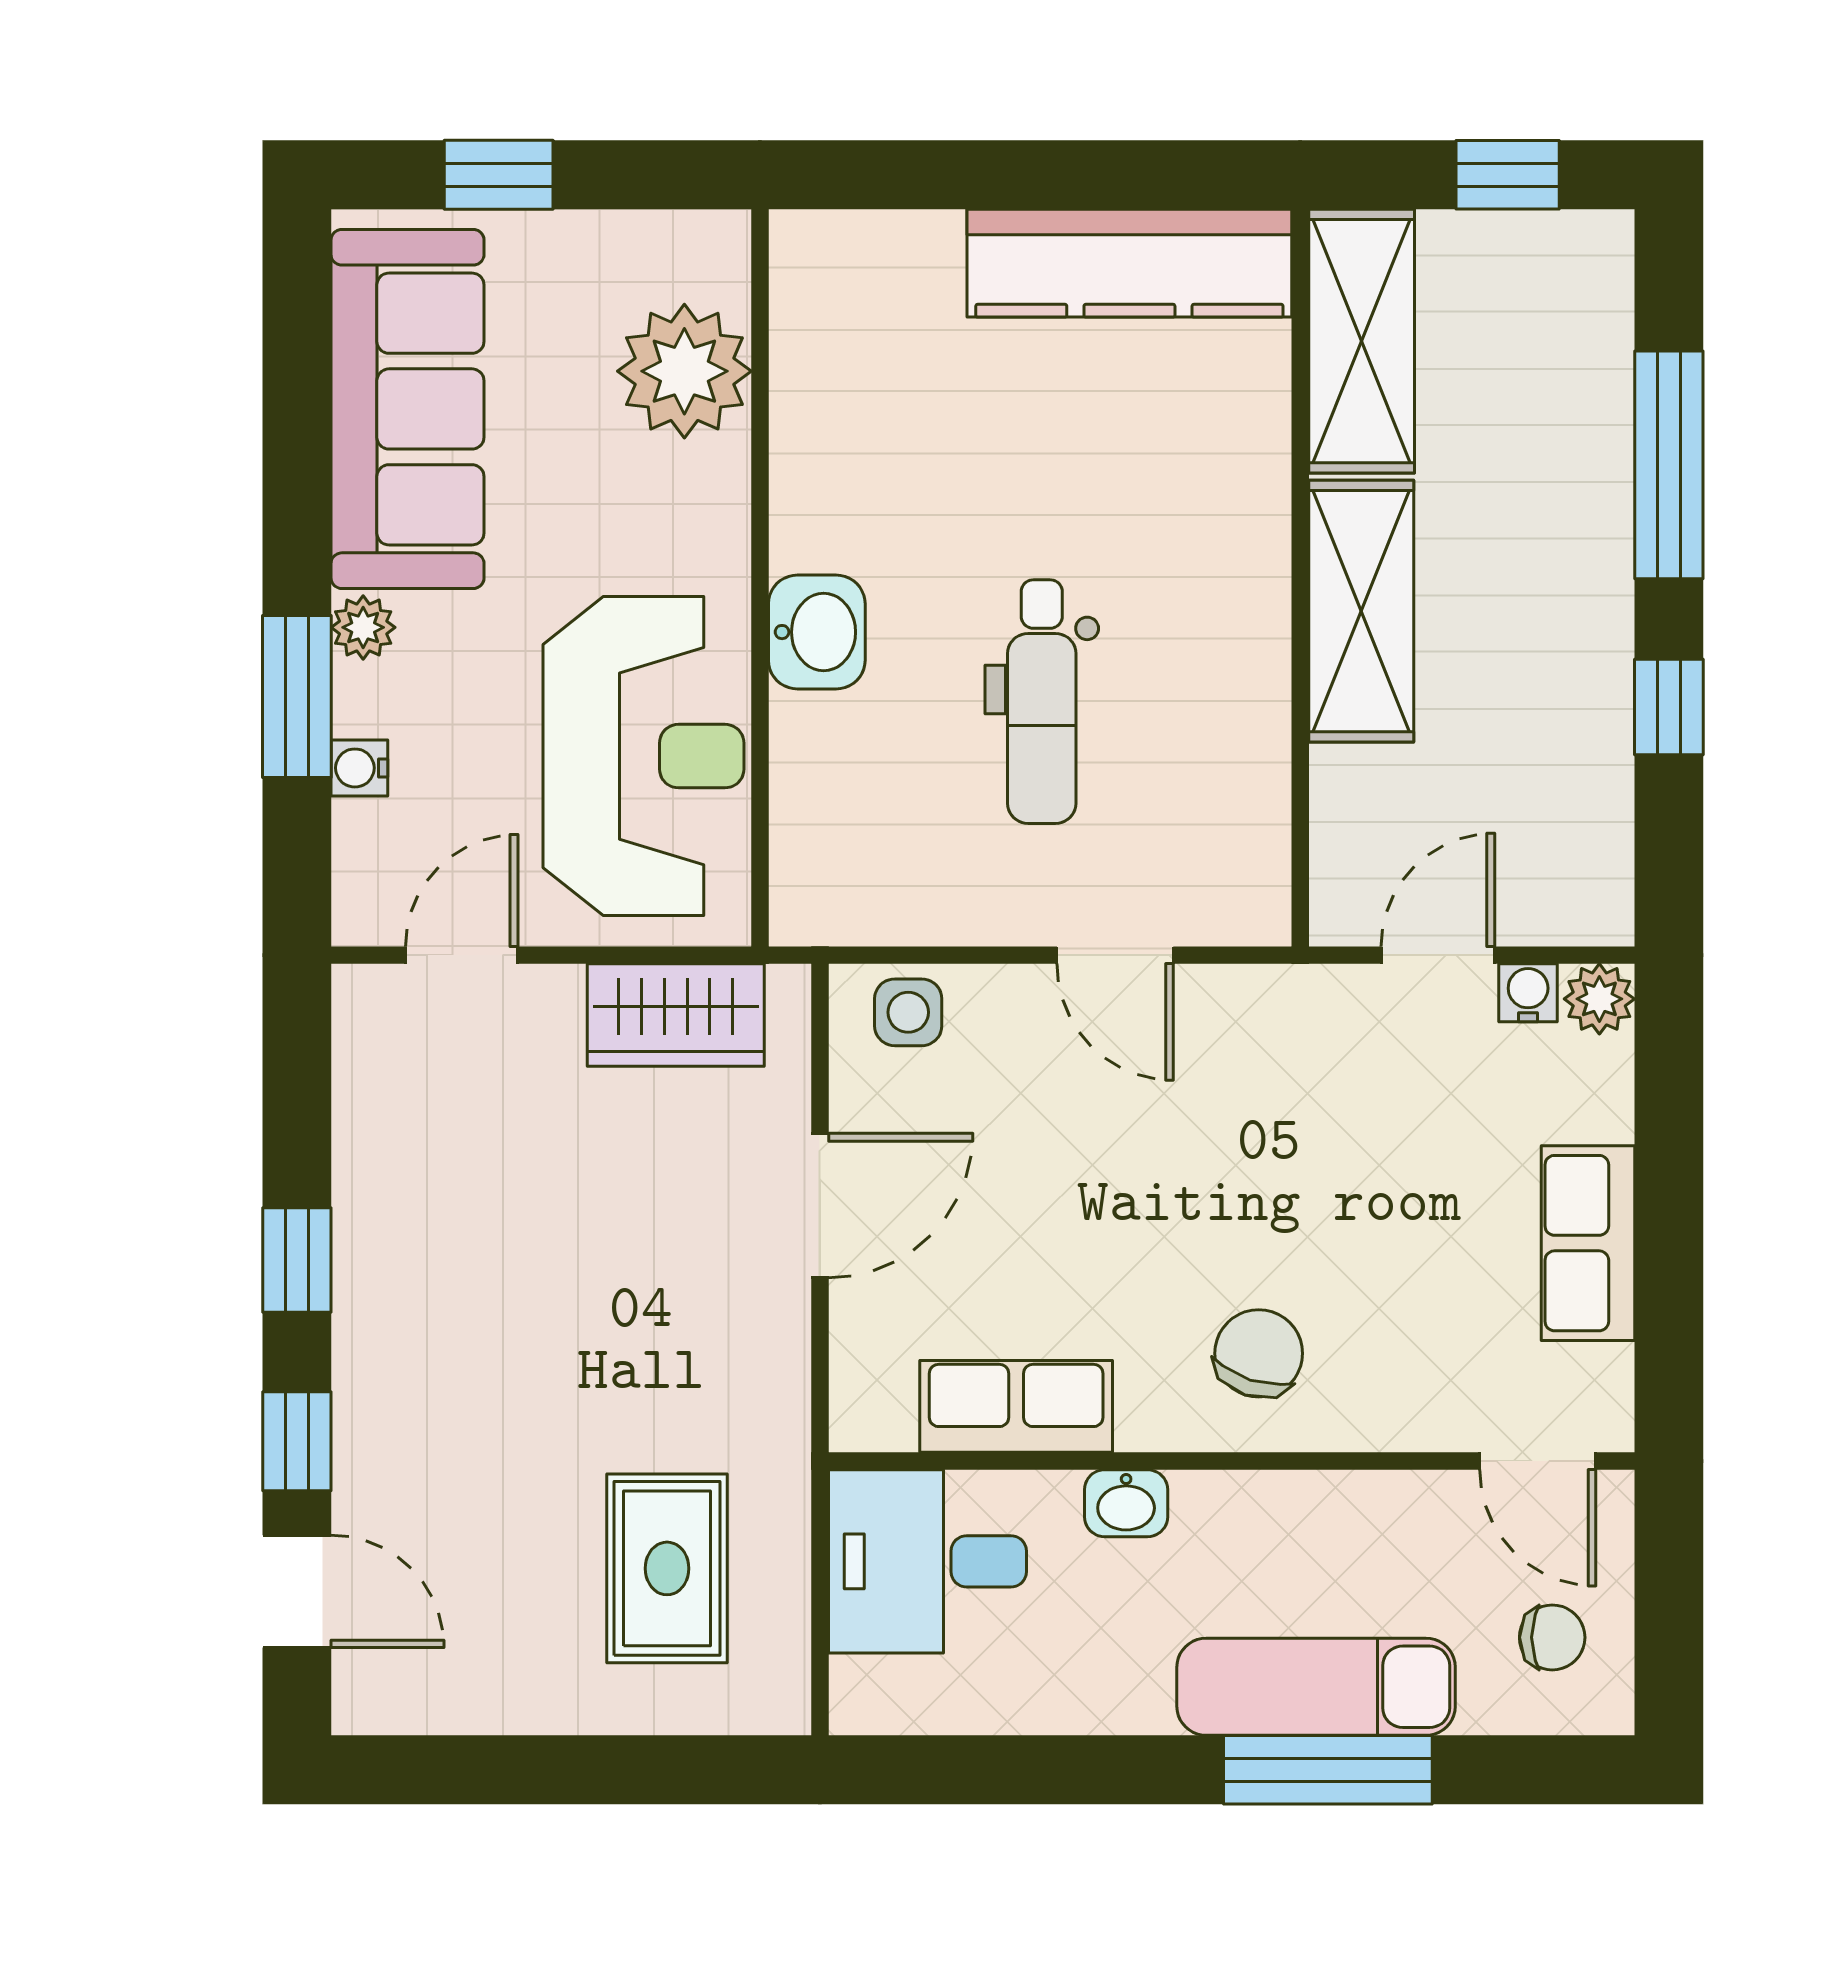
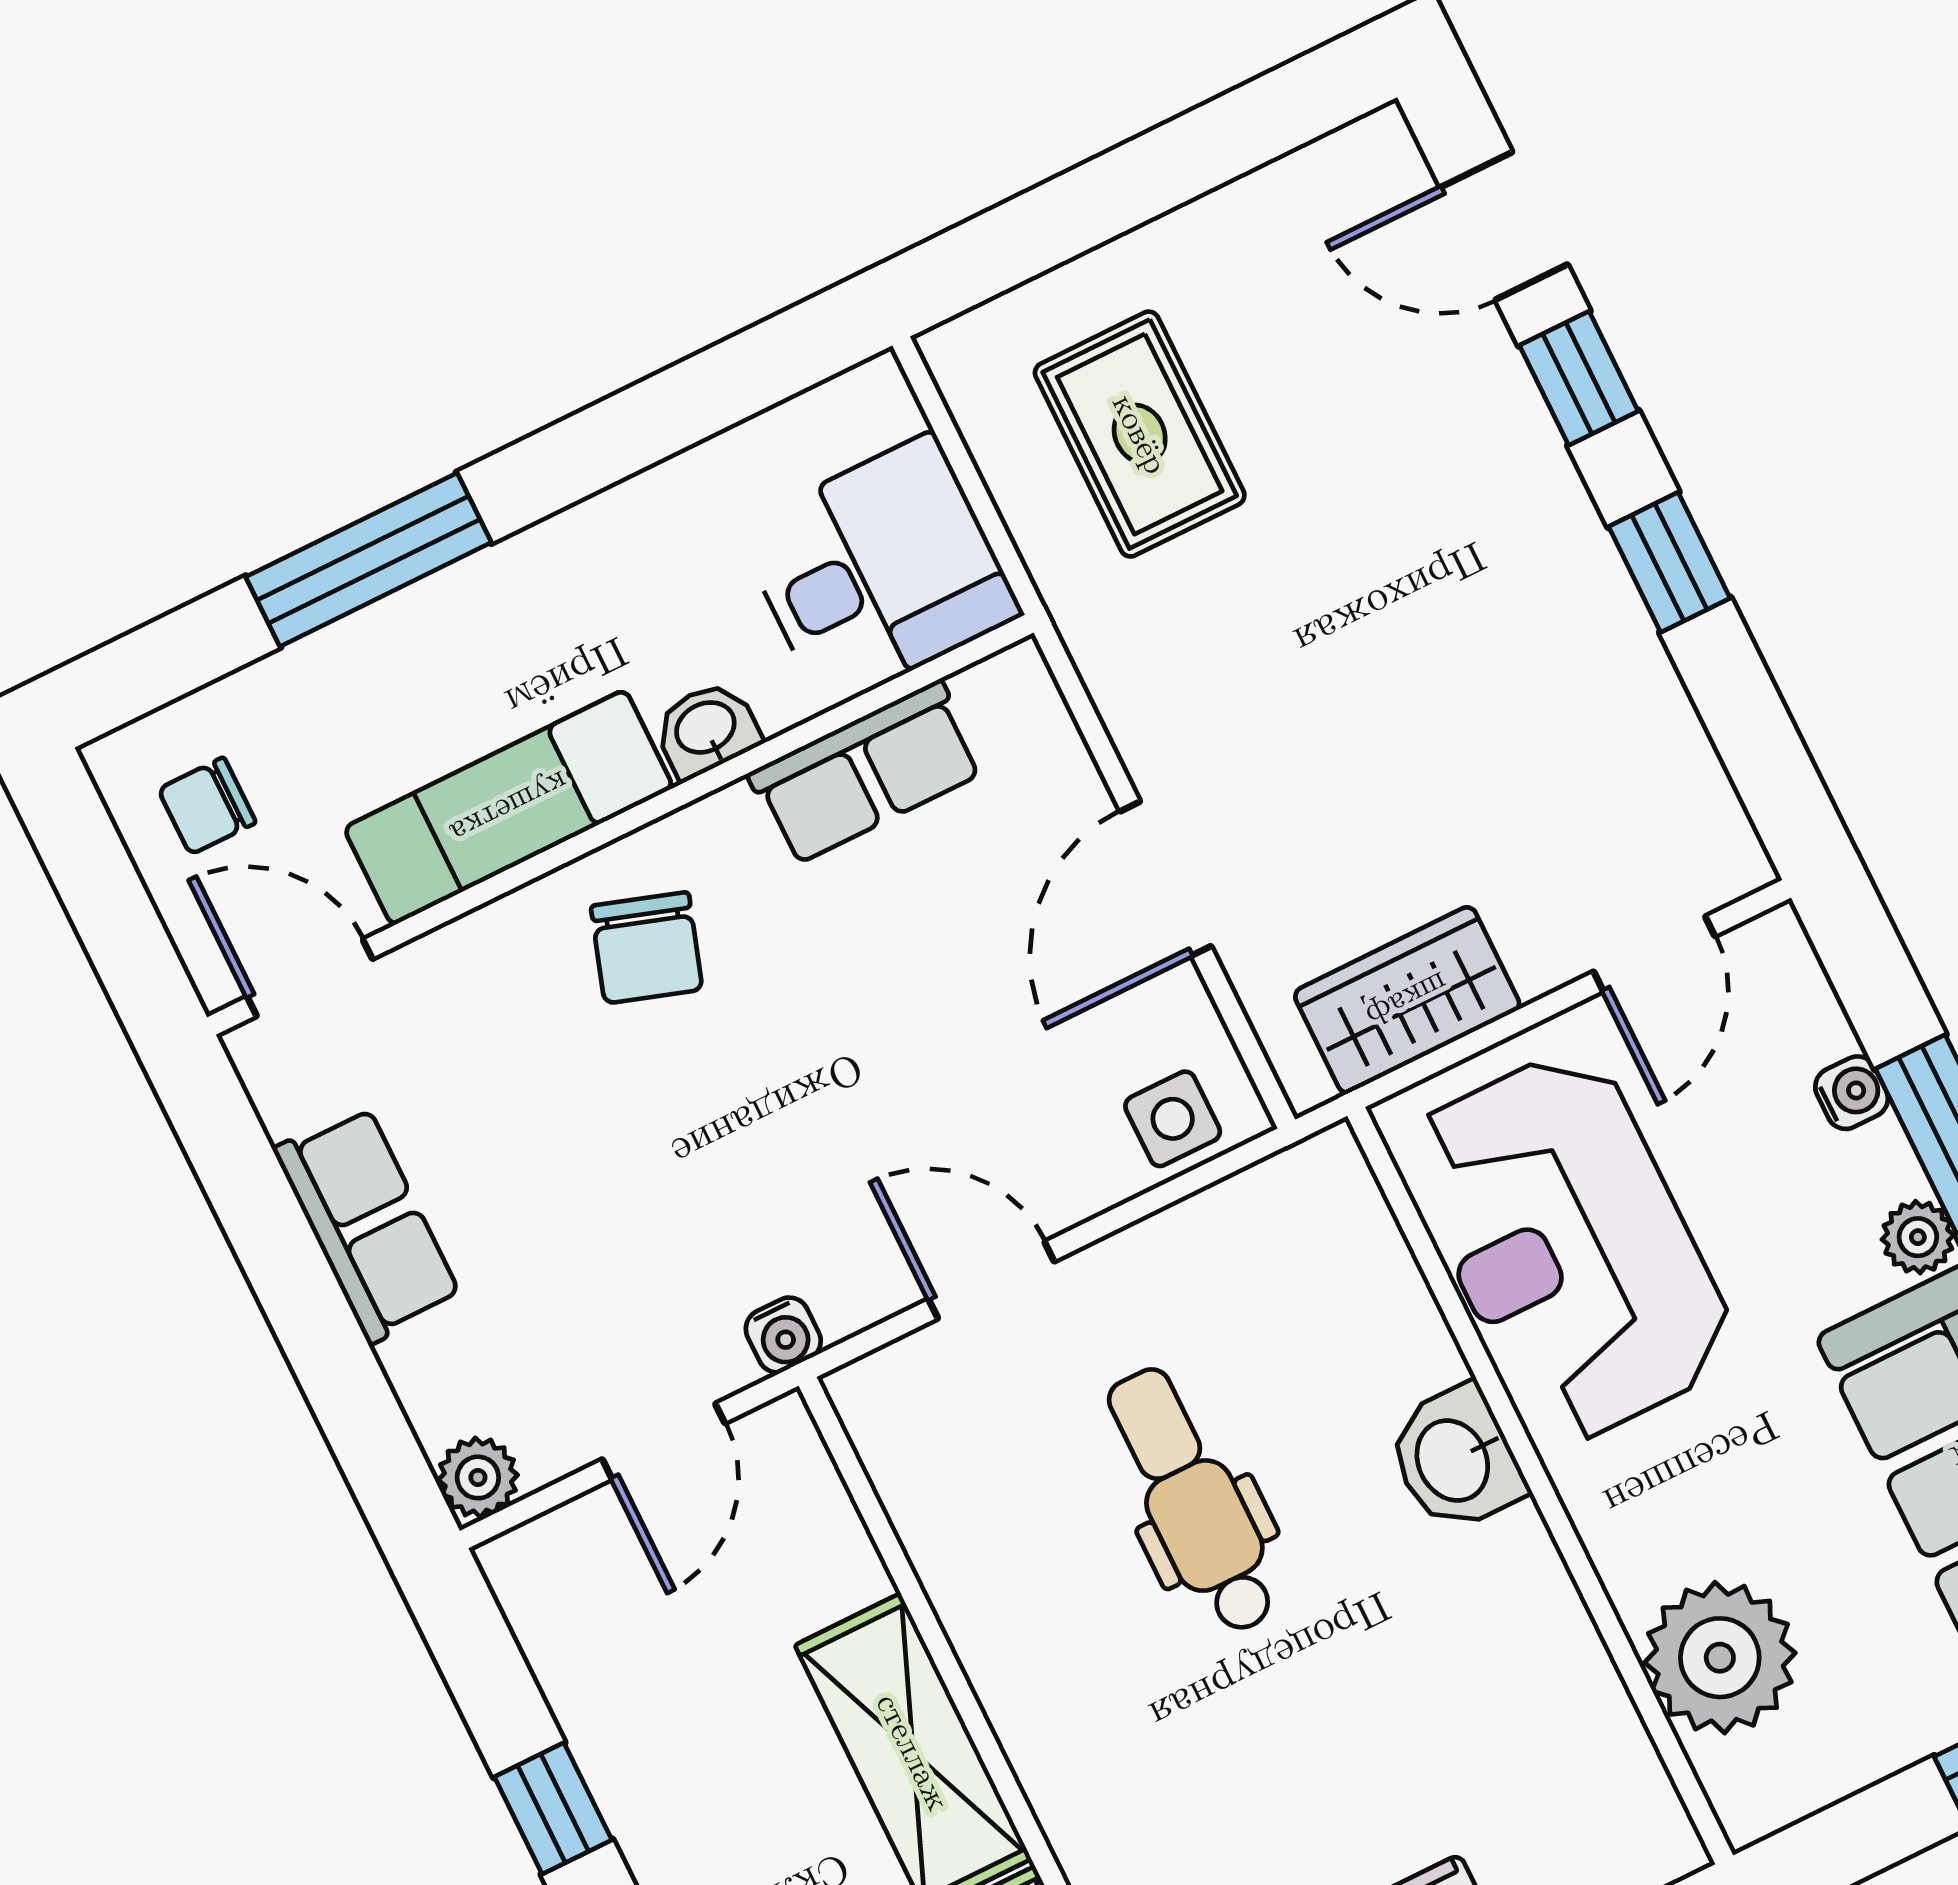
water cooler: (1528, 993) -> (783, 1335), moved
exam couch: (1316, 1687) -> (509, 808), moved, turned 180

